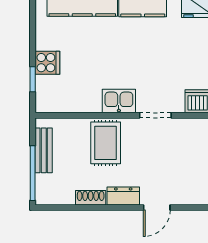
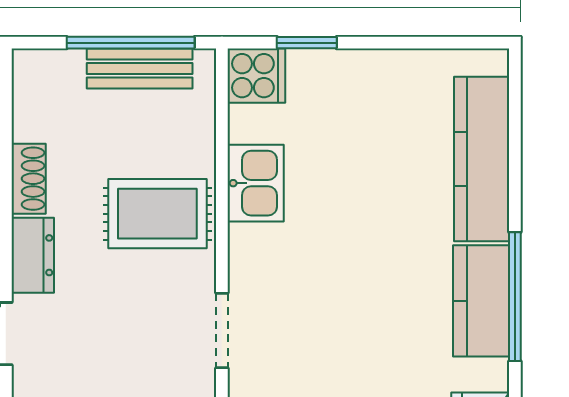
cooker: (47, 63) -> (256, 76), moved, turned -90
kitchen sink: (119, 101) -> (256, 183), moved
window: (33, 173) -> (131, 43), moved

